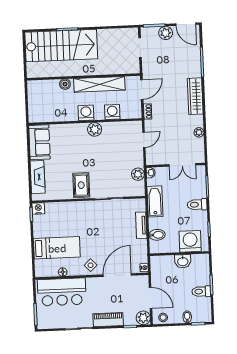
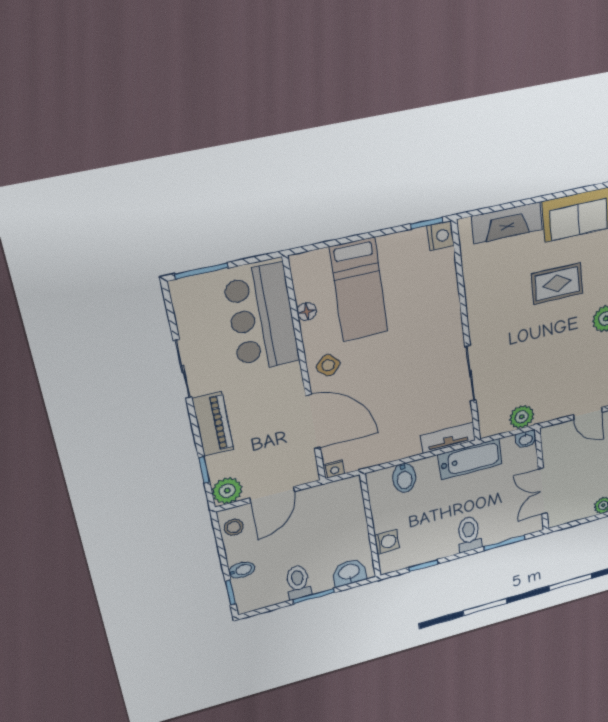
rug: (81, 185) -> (557, 284), moved
tv unit: (141, 225) -> (448, 438), moved
washing machine: (190, 241) -> (387, 542), width x0.53, depth x0.53
washbasin: (183, 261) -> (349, 572), moved, turned 90

